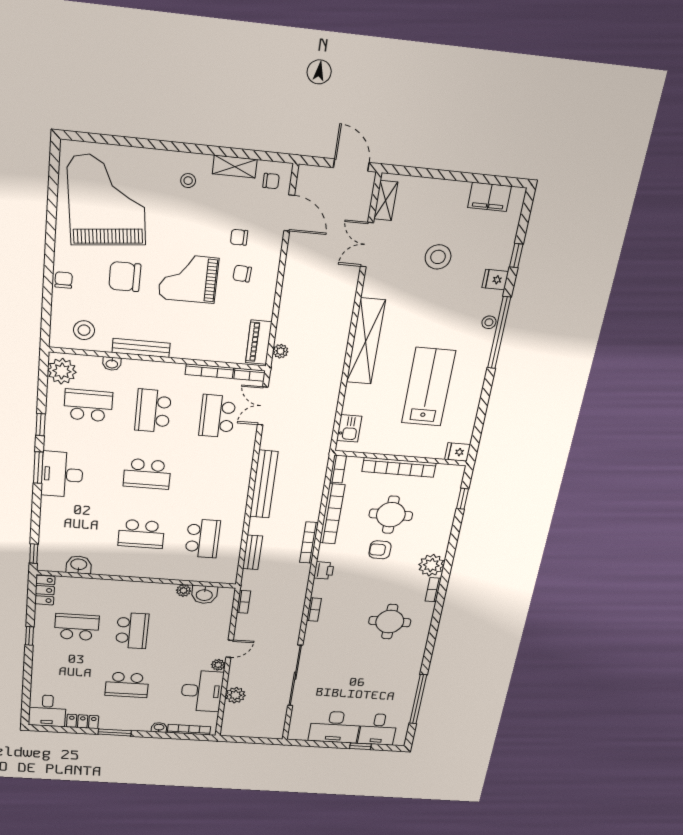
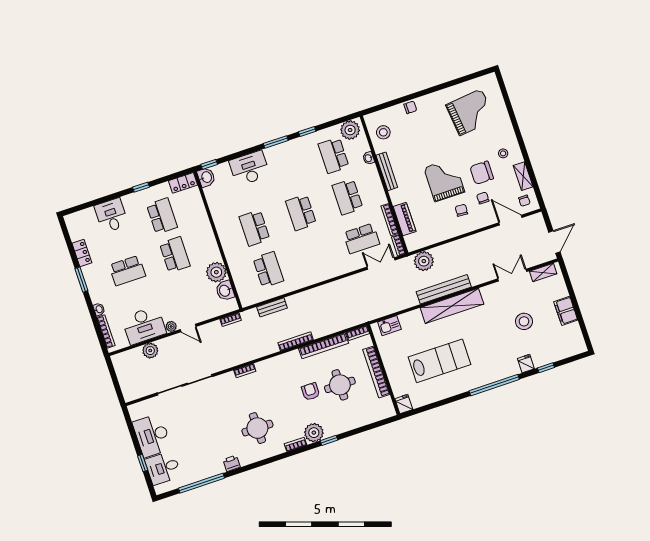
filing cabinet: (489, 197) -> (566, 311), moved
grand piano: (107, 200) -> (471, 112), width x0.73, depth x0.68
door: (289, 213) -> (510, 220), swing flipped
chair: (125, 277) -> (482, 173), moved, turned -90
stool: (489, 322) -> (498, 375), removed
piano: (259, 342) -> (405, 219), moved, turned 90
plant: (280, 351) -> (424, 261), width x1.88, depth x1.88
school desk: (88, 405) -> (334, 155), turned 180
school desk: (153, 411) -> (347, 197), turned -90
school desk: (217, 416) -> (361, 238), turned 180
desk: (62, 474) -> (249, 168), moved
bench: (264, 484) -> (444, 289), moved
window: (462, 499) -> (329, 440), moved
school desk: (203, 538) -> (268, 270), turned -90
washbasin: (79, 565) -> (206, 177), moved
printer: (324, 570) -> (232, 463), moved, turned 180
plant: (184, 591) -> (216, 272), width x1.88, depth x1.88
school desk: (132, 631) -> (175, 255), turned -90
school desk: (127, 685) -> (127, 271), turned -90
desk: (47, 711) -> (111, 215), moved, turned 90

